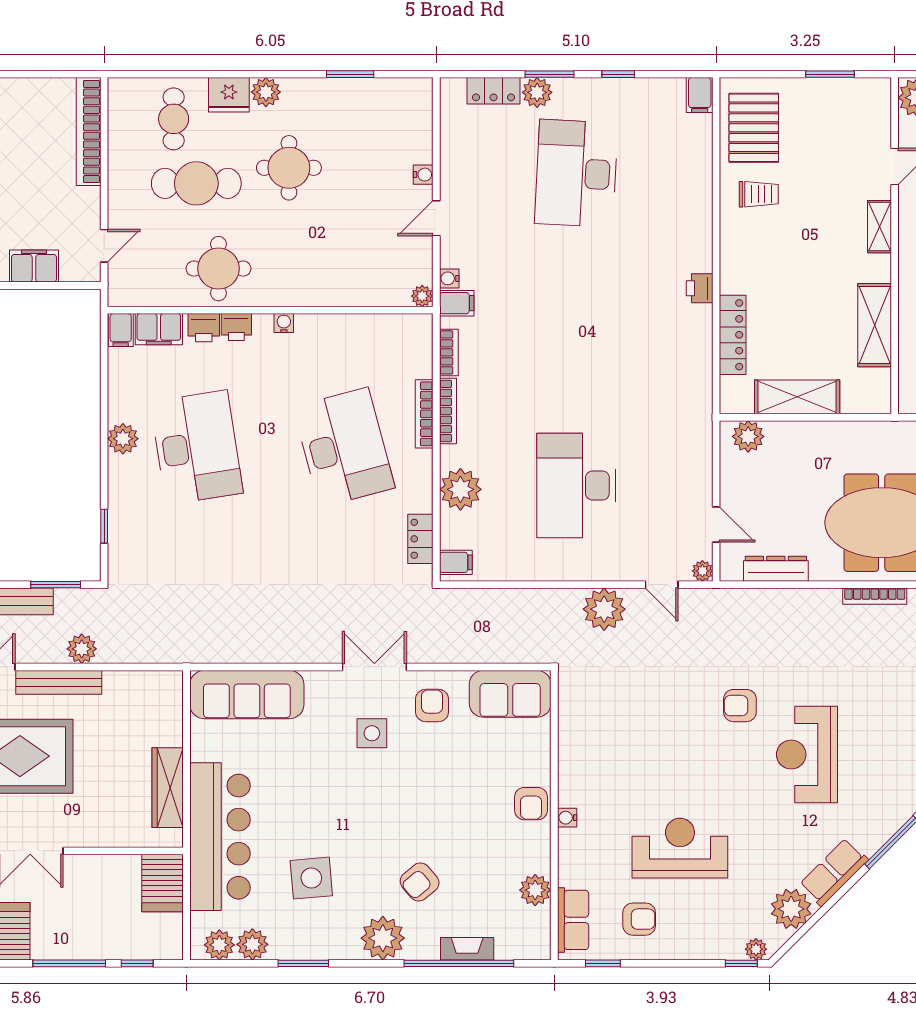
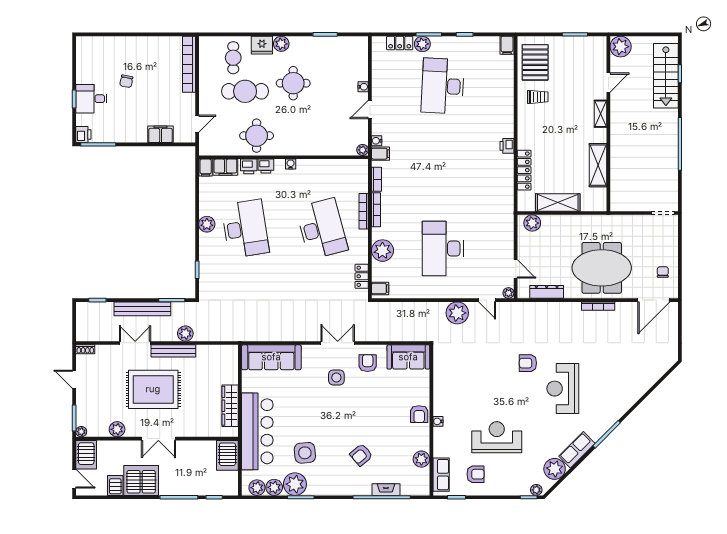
plant: (383, 938) -> (295, 484), moved

